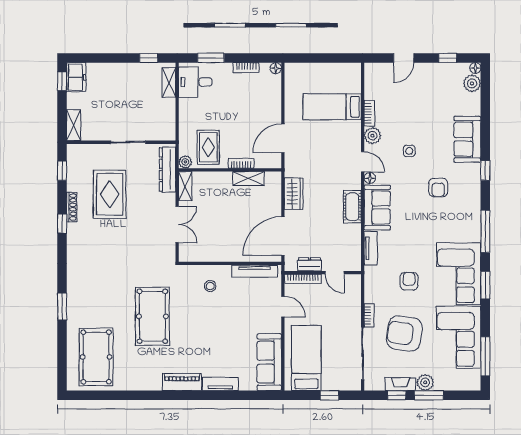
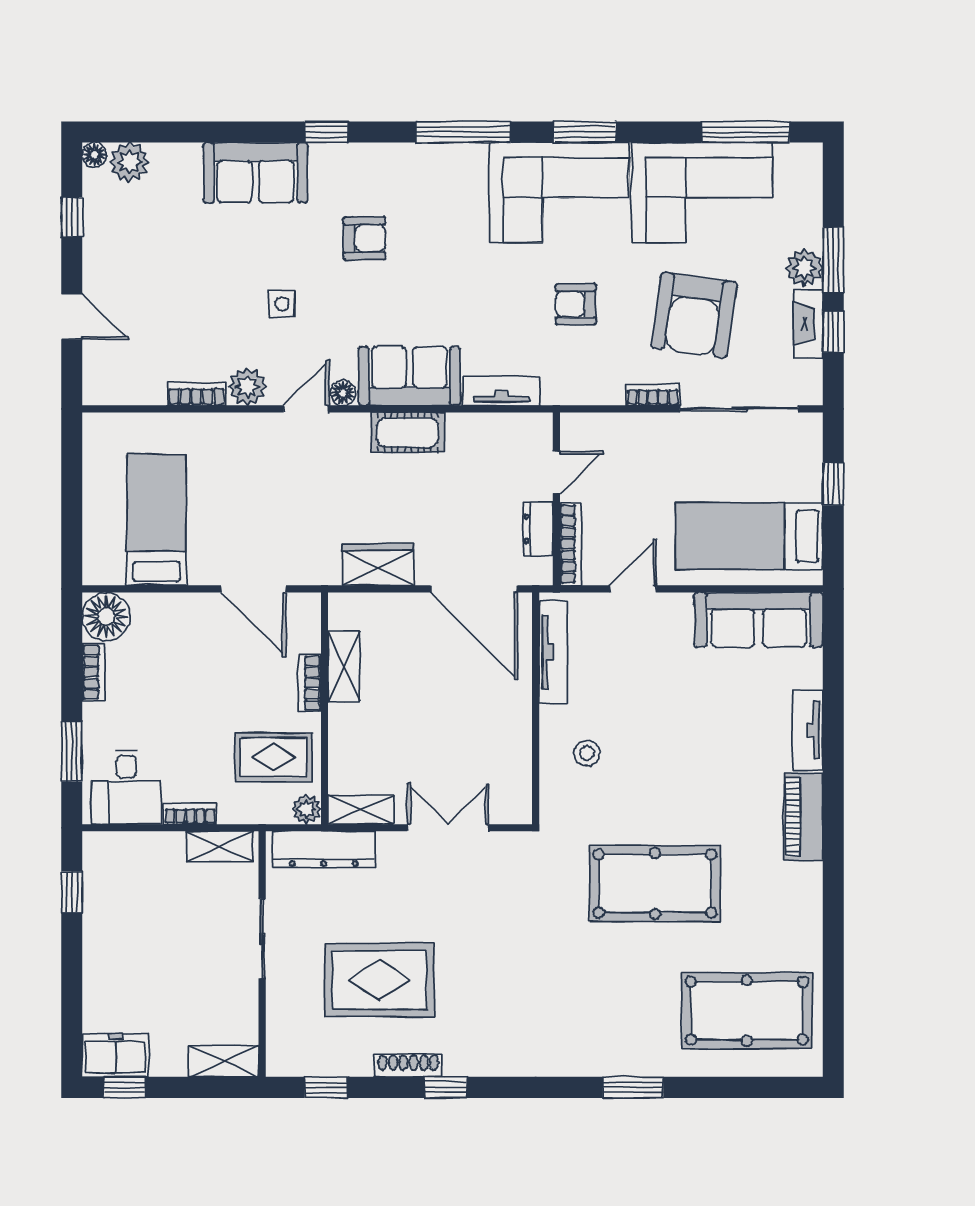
floor lamp: (276, 68) -> (106, 617), width x1.89, depth x1.89
shelving: (169, 83) -> (220, 846), moved
bed: (332, 107) -> (156, 520), moved, turned 180
bookcase: (183, 110) -> (190, 814), added

